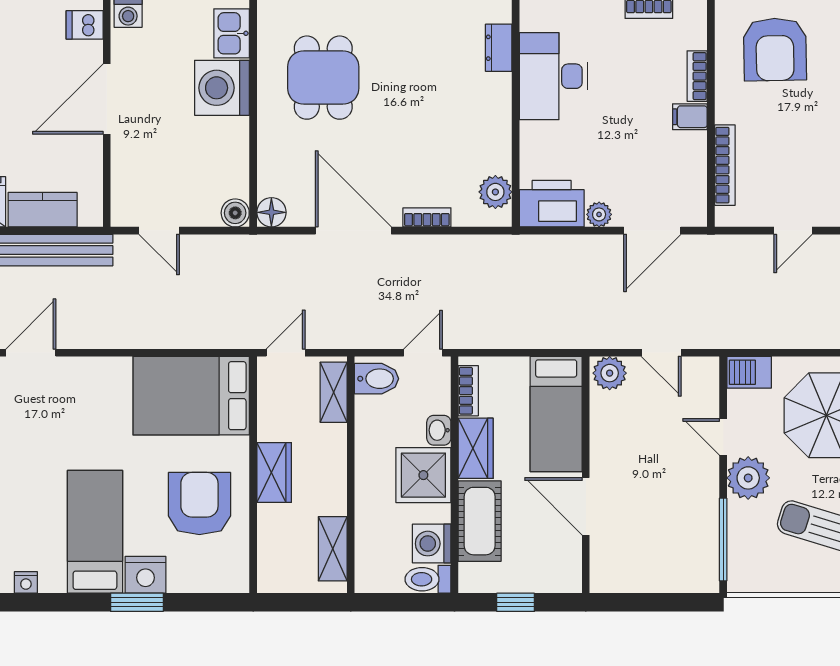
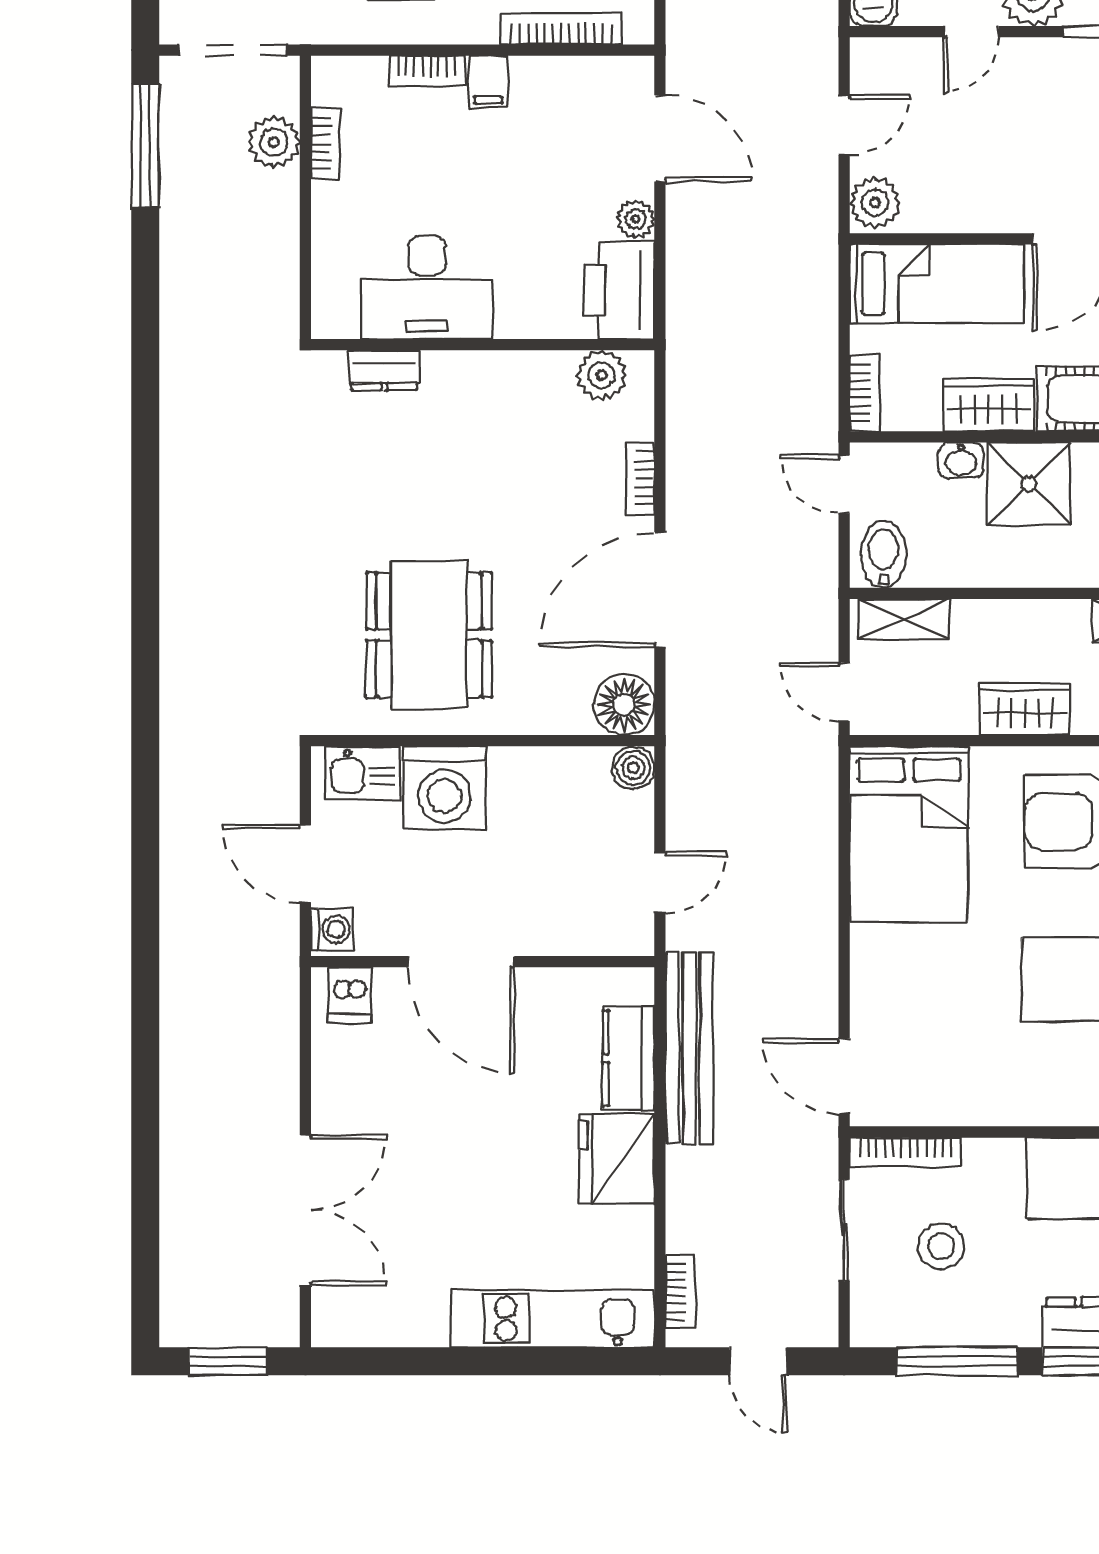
dining table: (323, 78) -> (429, 635), width x1.38
floor lamp: (271, 212) -> (624, 705), width x1.38, depth x1.38
bookcase: (468, 391) -> (865, 393), moved, turned 90

